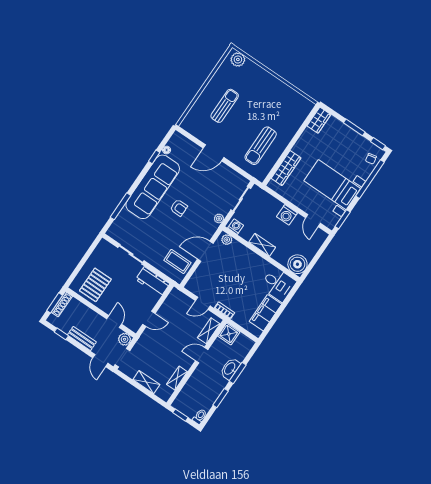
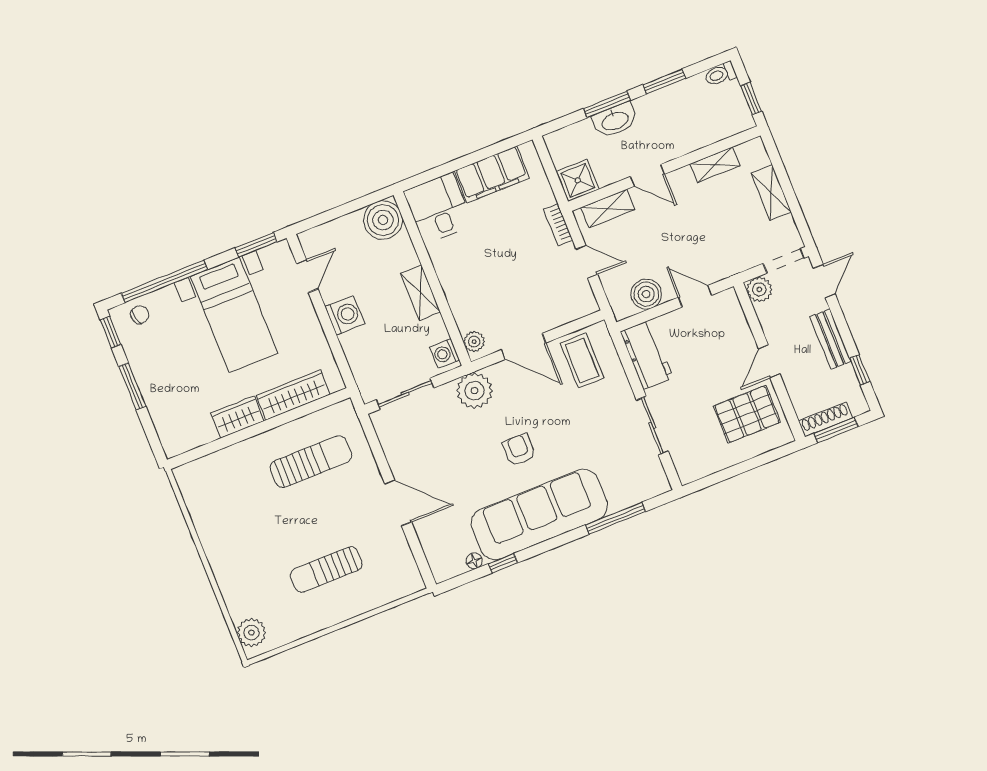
wardrobe: (319, 120) -> (237, 417), moved
plant: (219, 219) -> (474, 391), width x1.88, depth x1.88
boiler: (170, 306) -> (646, 294), added
door: (114, 322) -> (769, 361), moved

